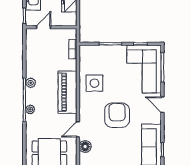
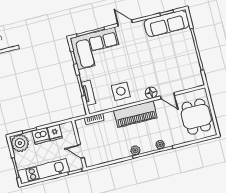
tv unit: (101, 50) -> (88, 93), added
door: (162, 105) -> (125, 23), swing flipped
armchair: (117, 115) -> (145, 63), removed
floor lamp: (85, 147) -> (151, 93), moved

